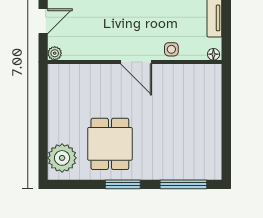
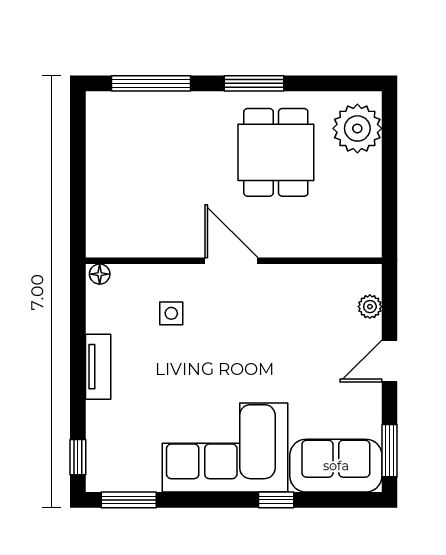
floor lamp: (213, 54) -> (100, 274), moved
wall: (135, 62) -> (234, 261), moved
door: (136, 62) -> (231, 261), moved

